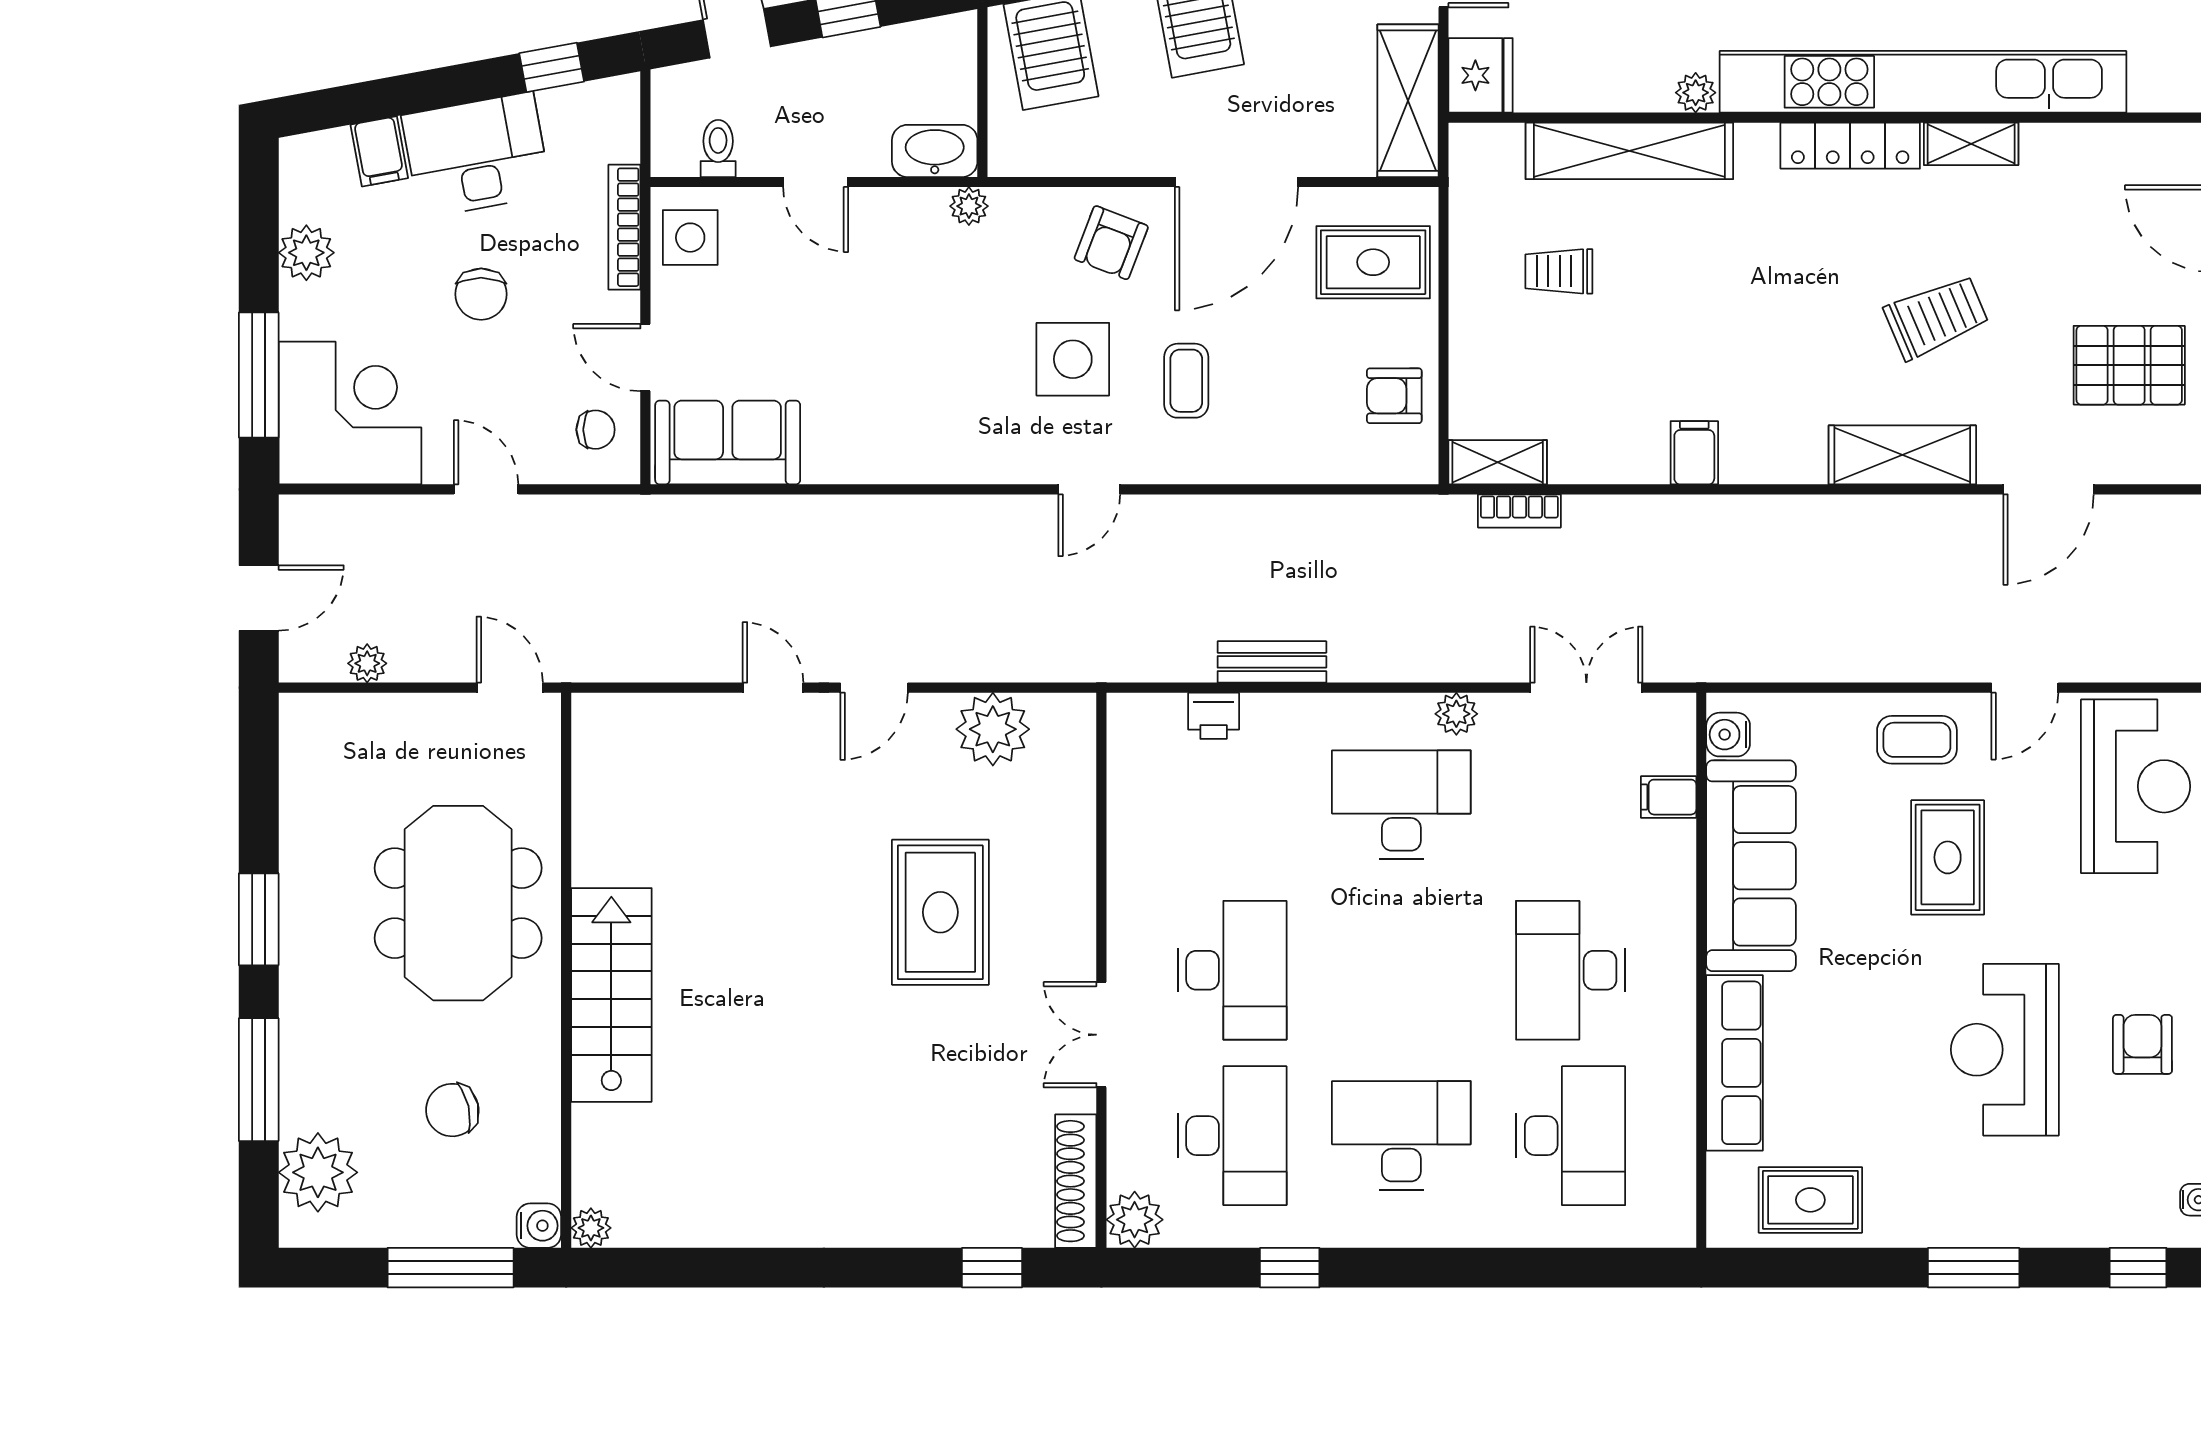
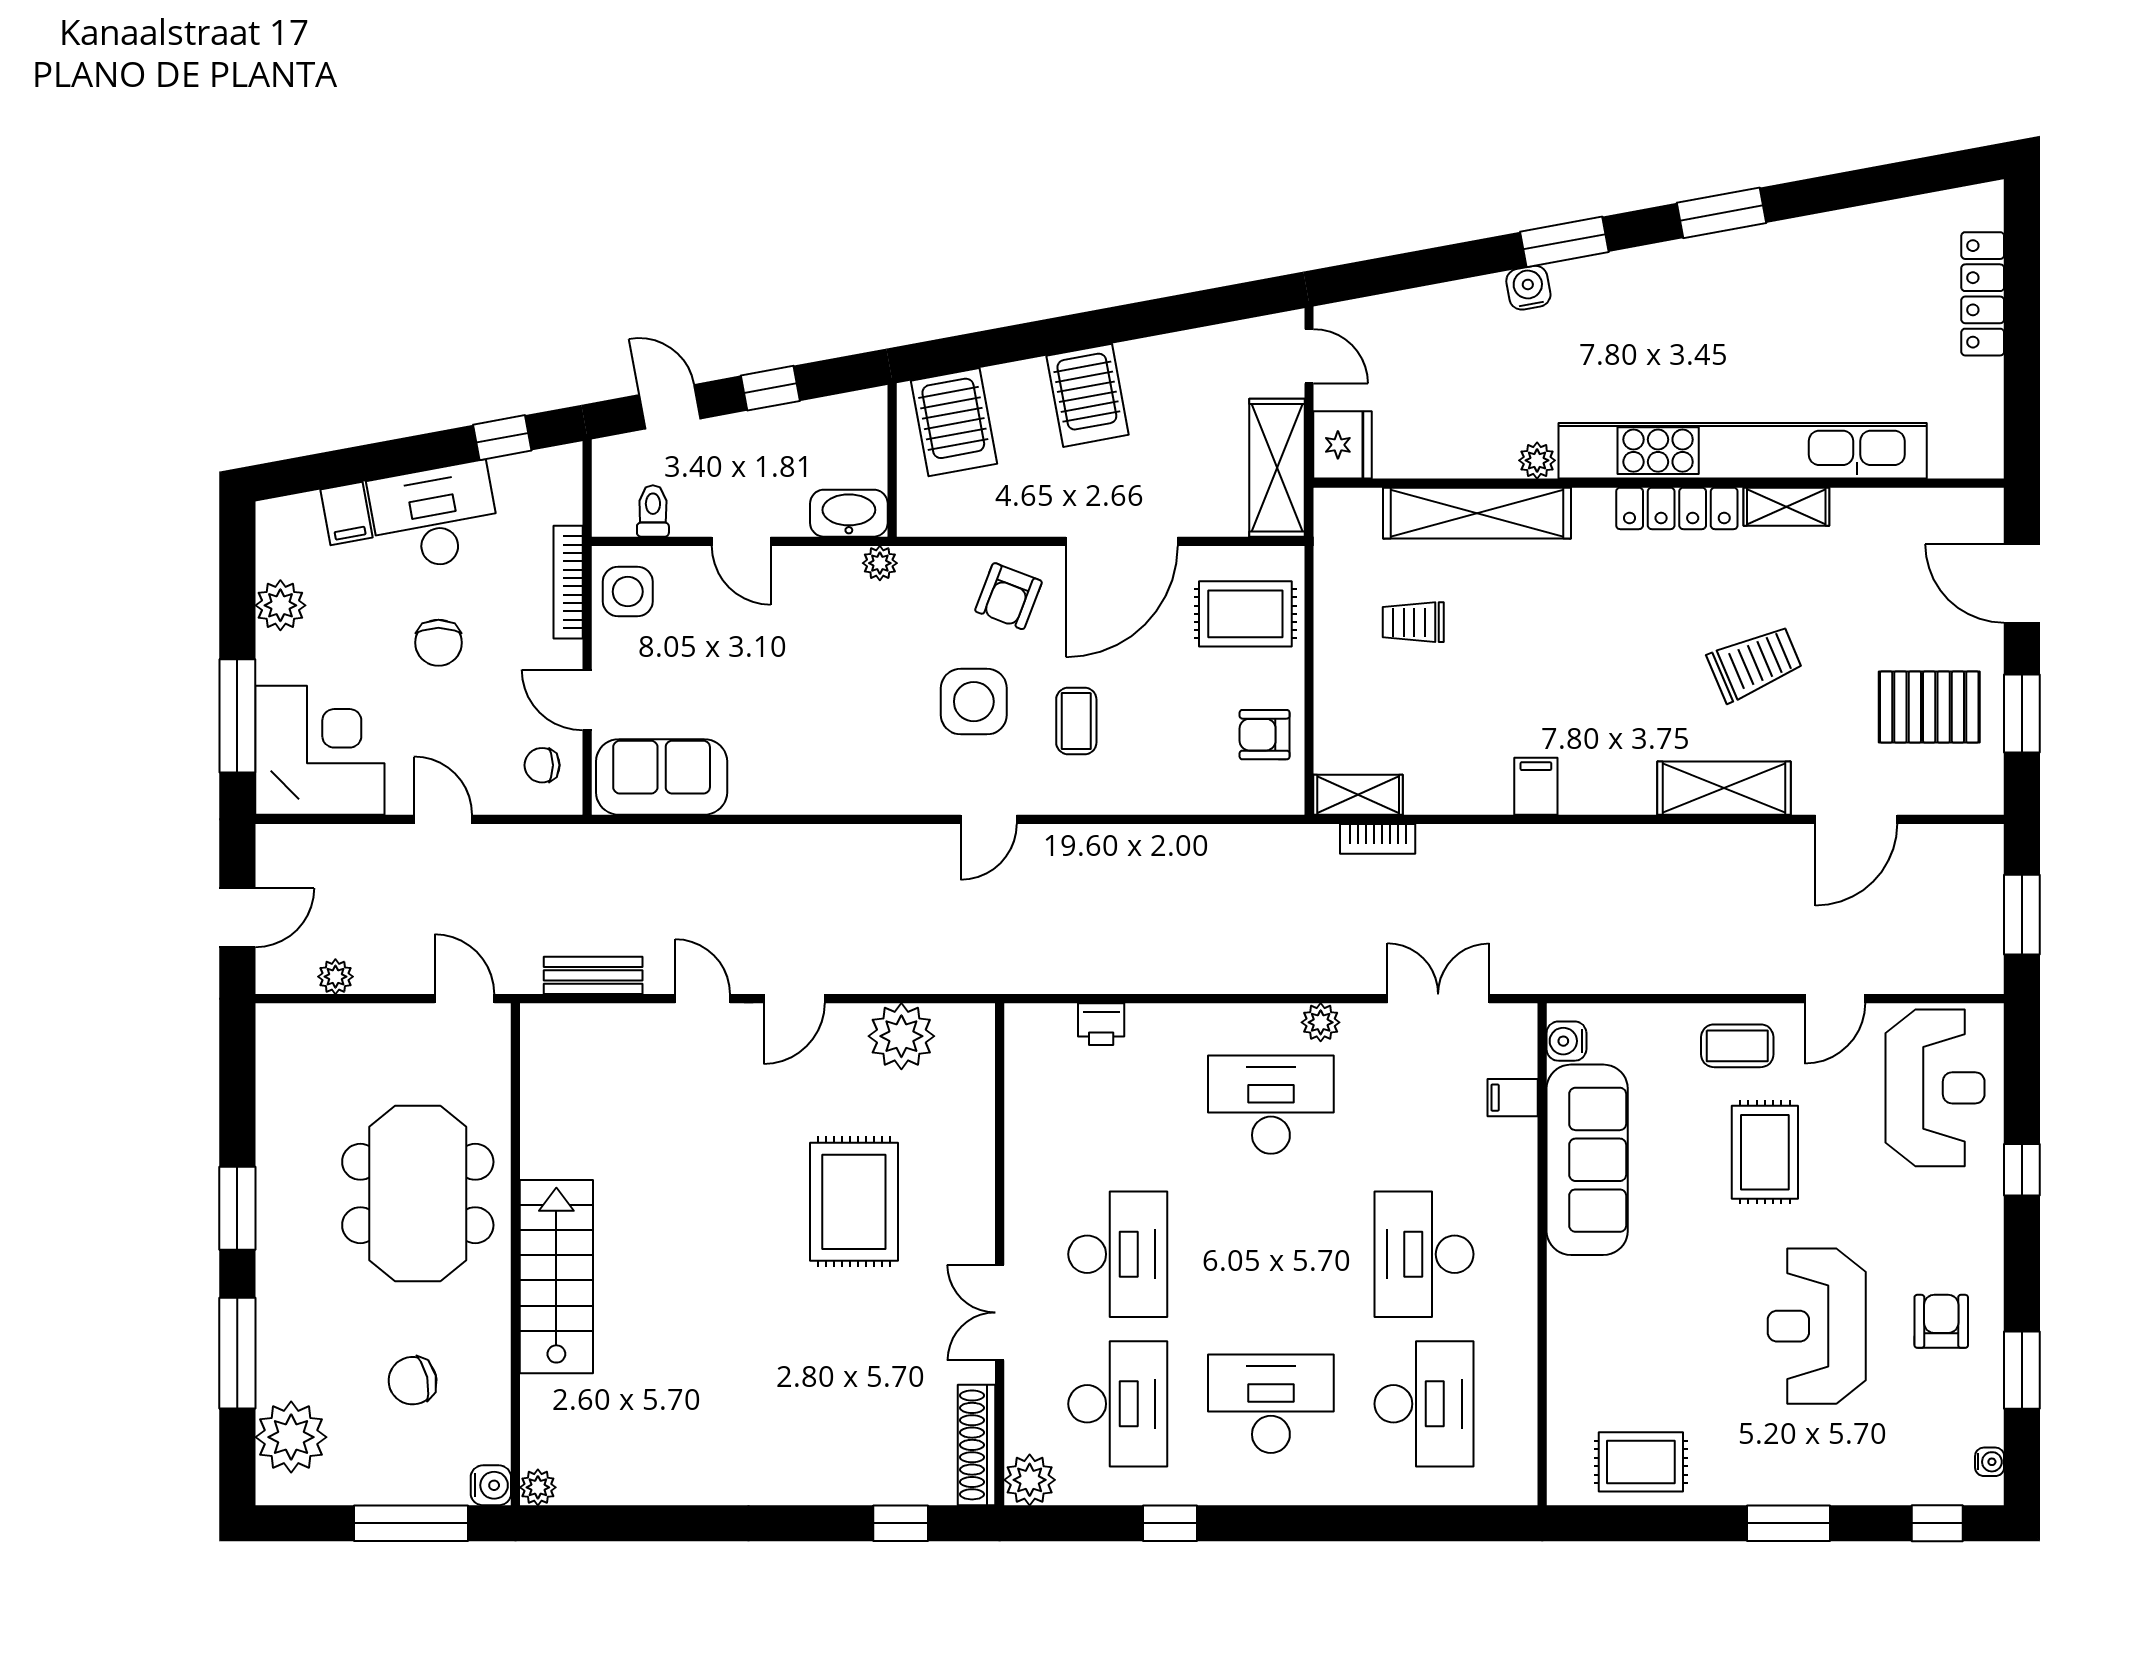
chair: (596, 430) -> (542, 765), turned 180
bench: (1272, 662) -> (593, 975), moved
row of seats: (1735, 1063) -> (1572, 1338), removed

